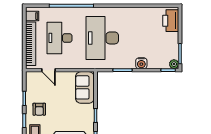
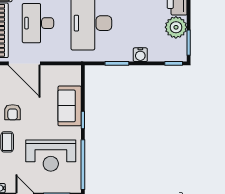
plant: (174, 64) -> (176, 27), moved, width x1.88, depth x1.88
door: (49, 70) -> (24, 63), width x1.88
sofa: (85, 87) -> (70, 106), moved

